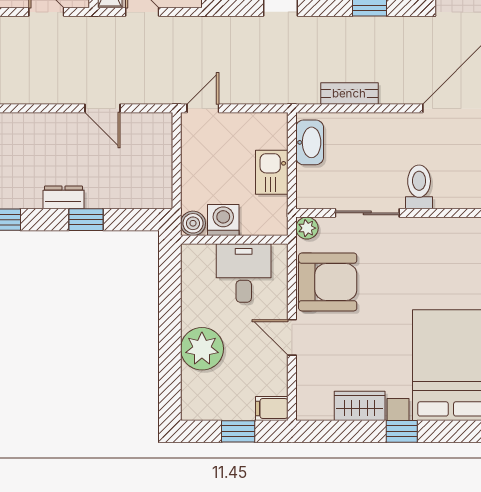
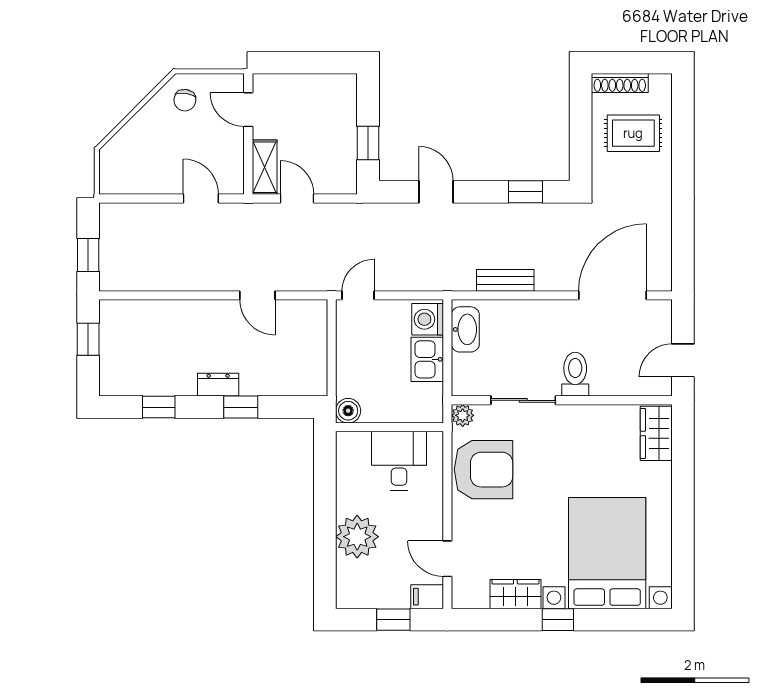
washing machine: (223, 220) -> (428, 319), moved, turned -90
door: (292, 337) -> (447, 559), moved

